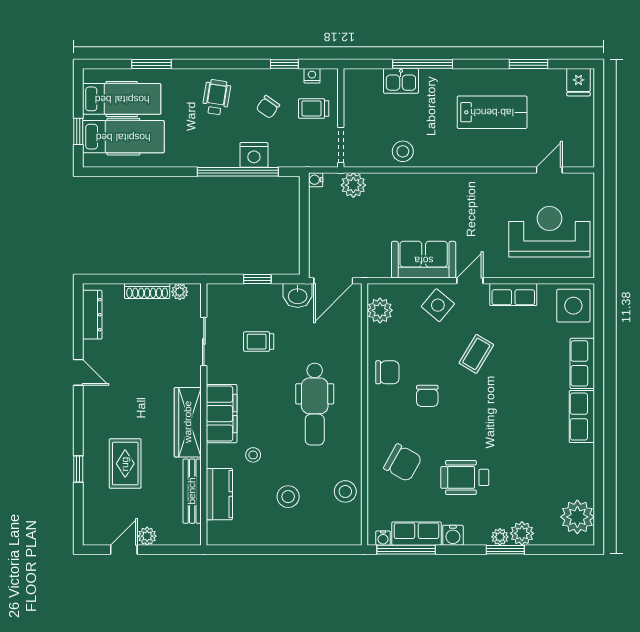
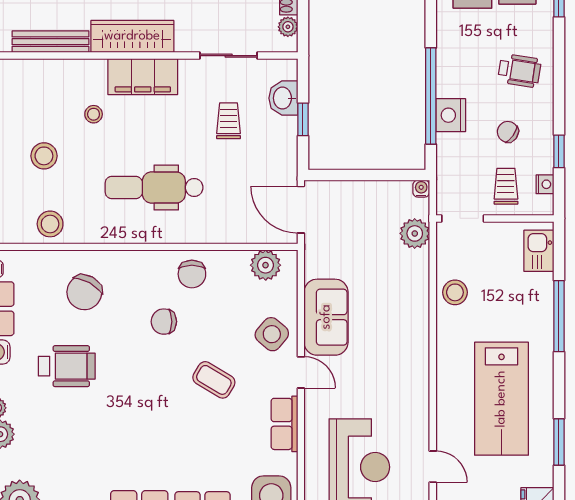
kitchen sink: (401, 81) -> (539, 251), moved
lab bench: (492, 112) -> (501, 399), width x1.36, depth x1.39
washbasin: (298, 296) -> (283, 98), moved
wheelchair: (465, 477) -> (67, 366), turned 90
kitchen counter: (219, 494) -> (47, 74), removed

